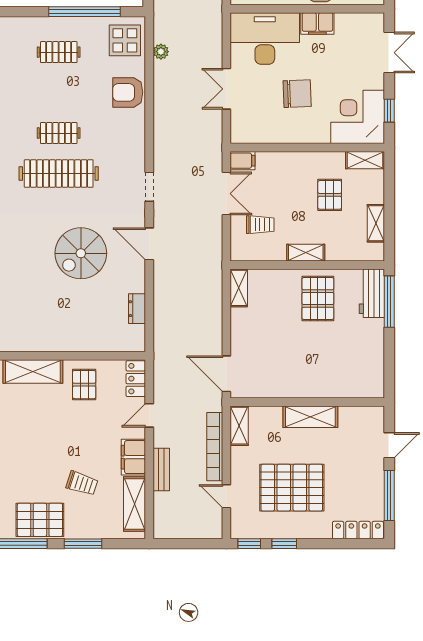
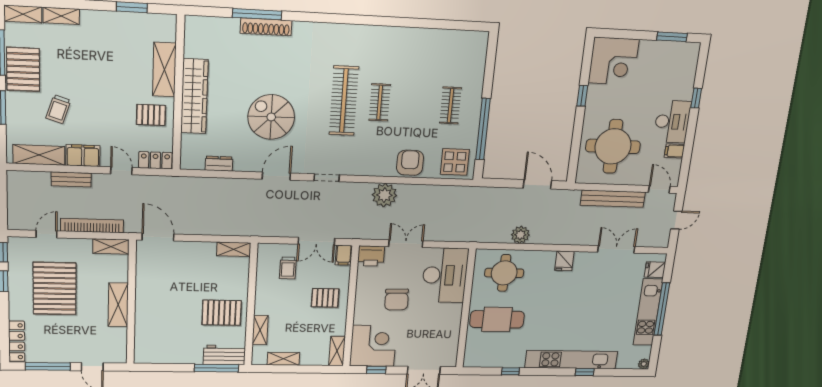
filing cabinet: (317, 24) -> (453, 316), removed
plant: (161, 52) -> (384, 195), moved, width x1.87, depth x1.87
printer: (243, 128) -> (371, 256), added
pallet: (330, 195) -> (325, 298), moved
shelving: (306, 253) -> (260, 330), moved
wardrobe: (61, 338) -> (194, 96), added
door: (226, 374) -> (158, 237), hinge flipped

